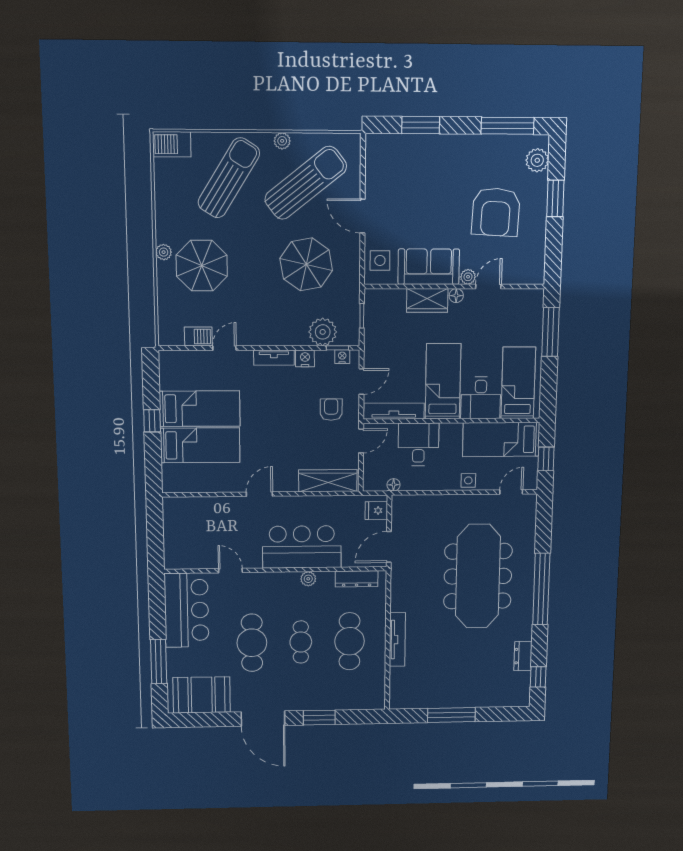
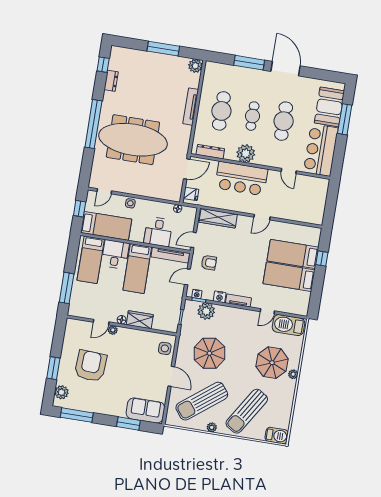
sofa: (429, 267) -> (145, 410), moved, turned 180
barbecue: (198, 336) -> (289, 325), width x1.88, depth x1.53
armchair: (331, 410) -> (209, 263), turned -90
window: (152, 421) -> (322, 259), moved
meeting table: (478, 576) -> (133, 140), turned 90
plant: (308, 579) -> (246, 154), width x1.87, depth x1.87
booth: (202, 695) -> (329, 107), moved, turned 90
plant: (400, 699) -> (195, 66), added
window: (319, 718) -> (249, 63), width x1.44

